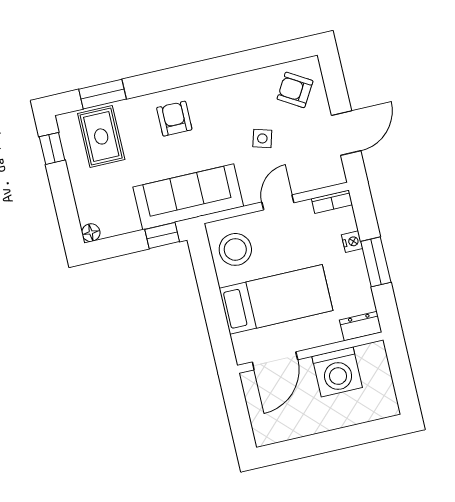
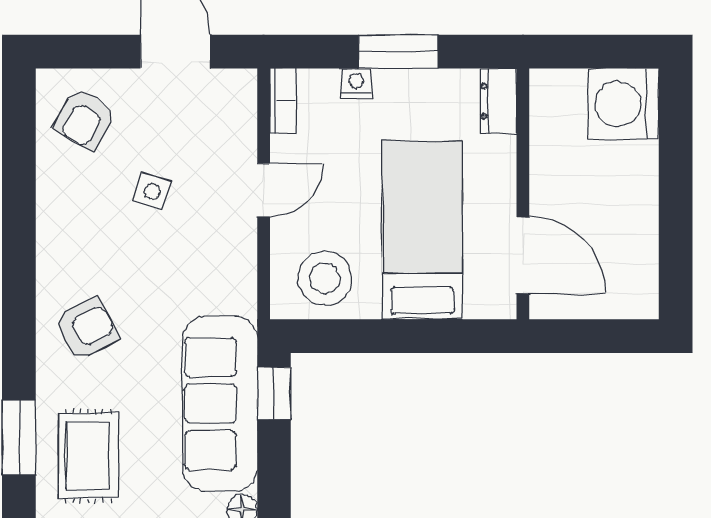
armchair: (174, 119) -> (86, 329), turned 153
rug: (101, 136) -> (88, 456), turned 90
sofa: (188, 197) -> (220, 404), moved
door: (278, 202) -> (264, 190), swing flipped
washing machine: (337, 372) -> (623, 104), moved, turned 180

